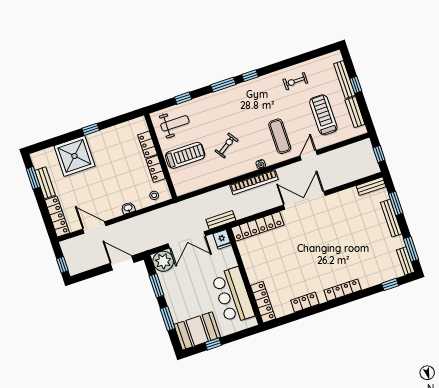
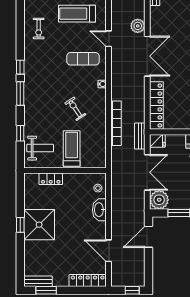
weight bench: (175, 123) -> (40, 148), turned 90
shower: (74, 156) -> (39, 225), moved
locker: (156, 169) -> (75, 179), removed
plant: (332, 180) -> (138, 26), added
bookcase: (254, 182) -> (116, 123), moved
bench: (45, 183) -> (38, 281), moved
double door: (304, 200) -> (147, 56), swing flipped
washbasin: (128, 208) -> (99, 210), width x1.91, depth x1.45
door: (94, 227) -> (108, 251), hinge flipped

